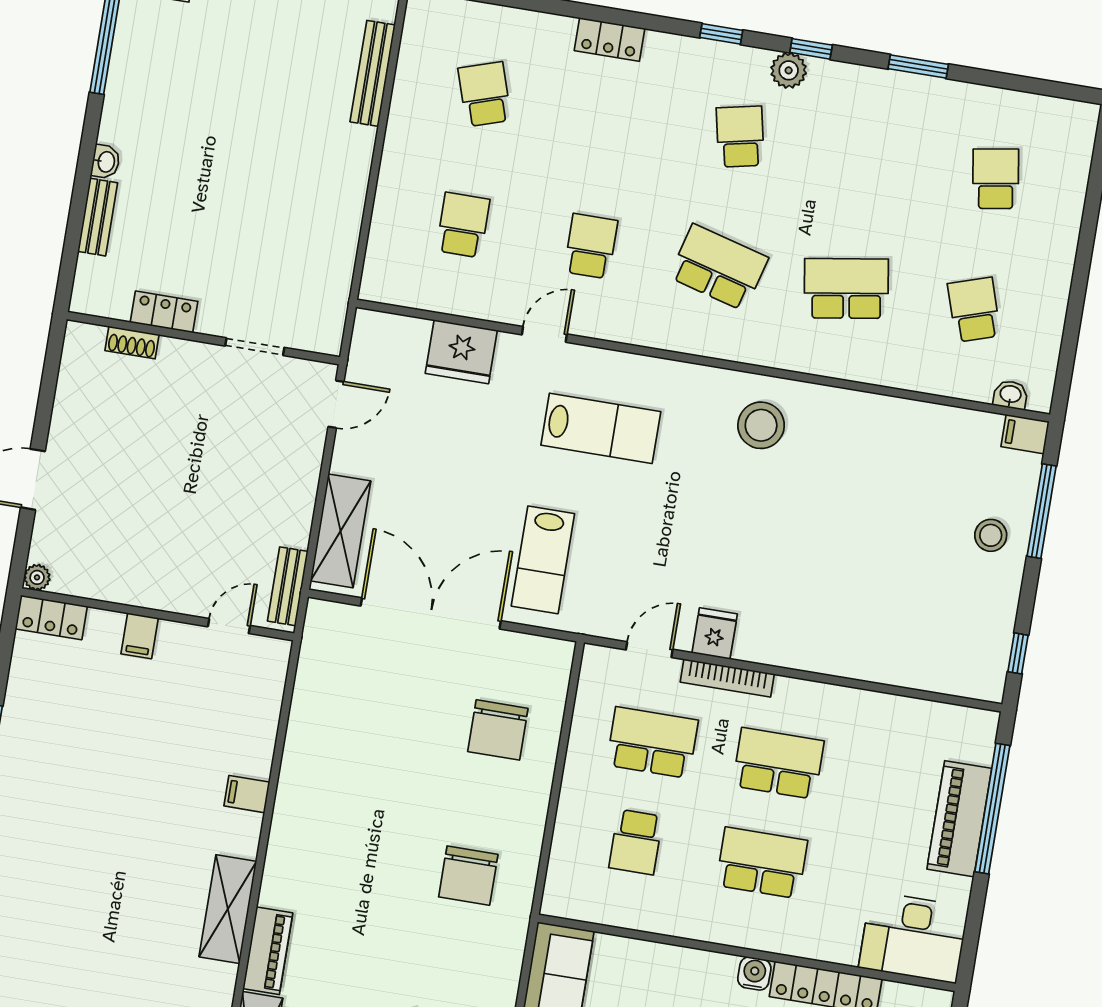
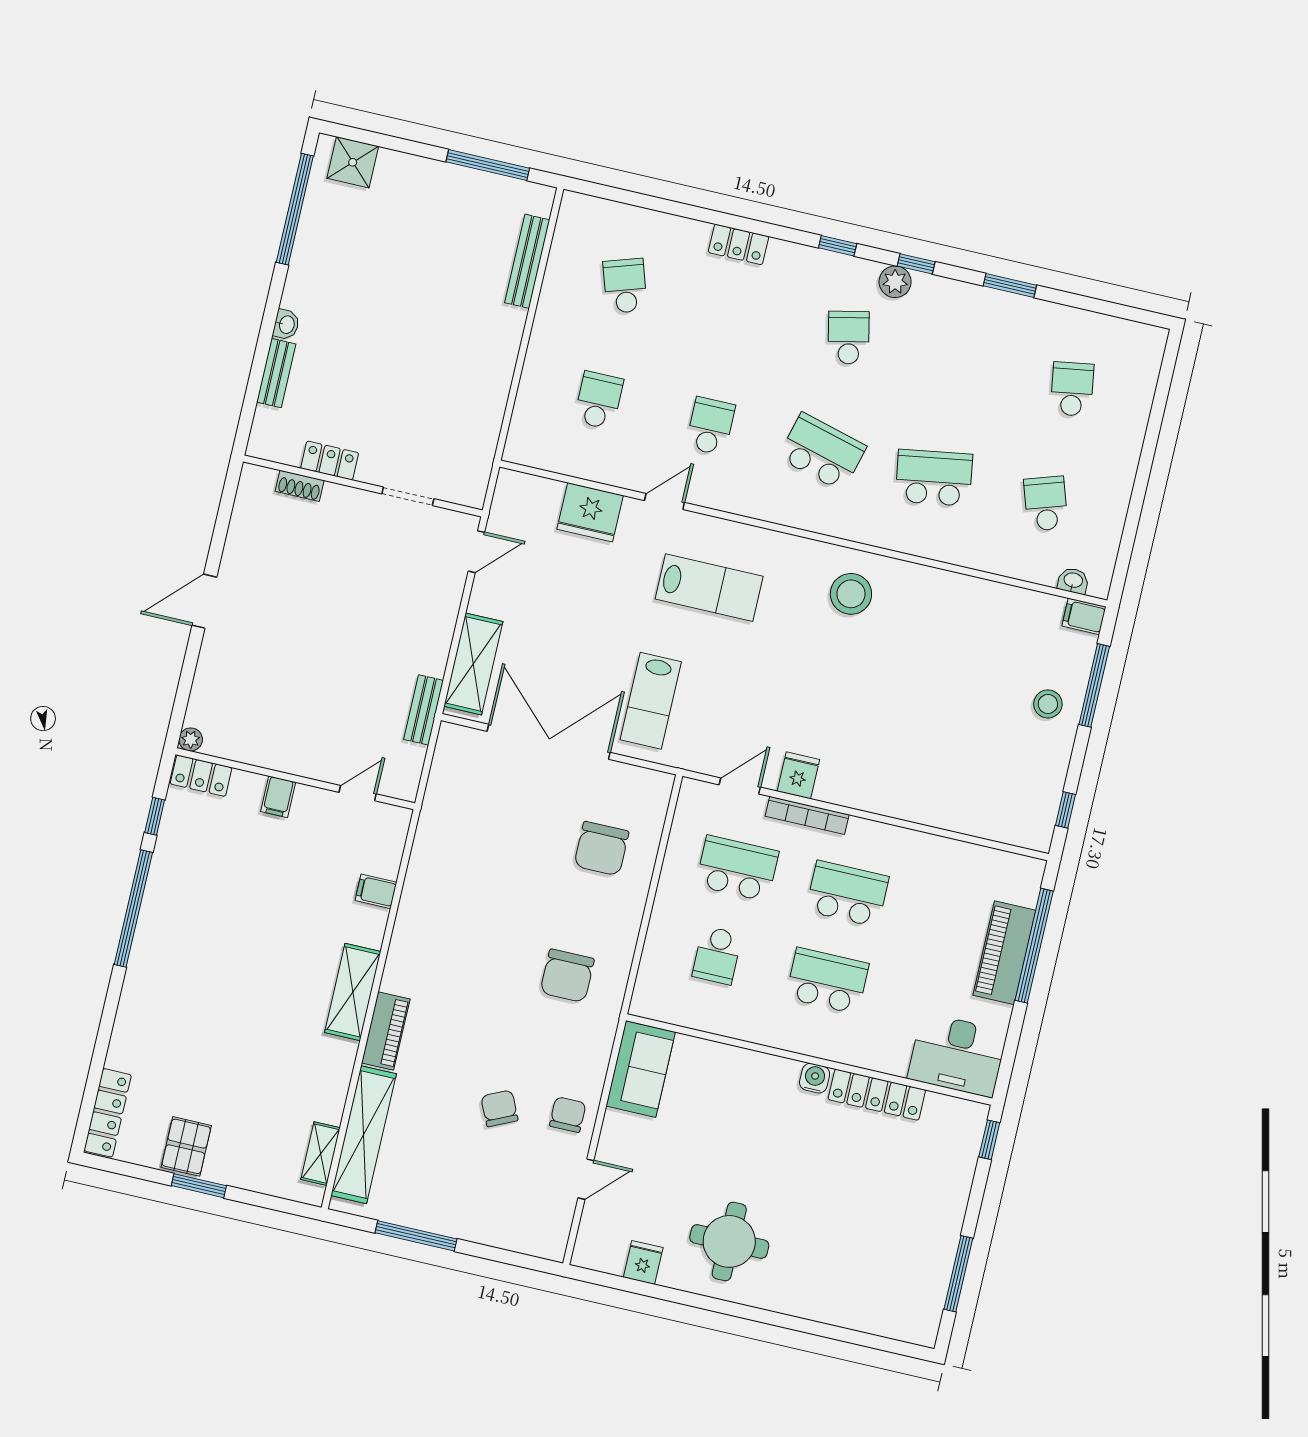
plant: (37, 577) -> (191, 739), moved
wall: (158, 614) -> (295, 779), moved
locker: (51, 618) -> (201, 776), moved
door: (229, 626) -> (358, 793), moved
filing cabinet: (140, 636) -> (278, 797), moved

